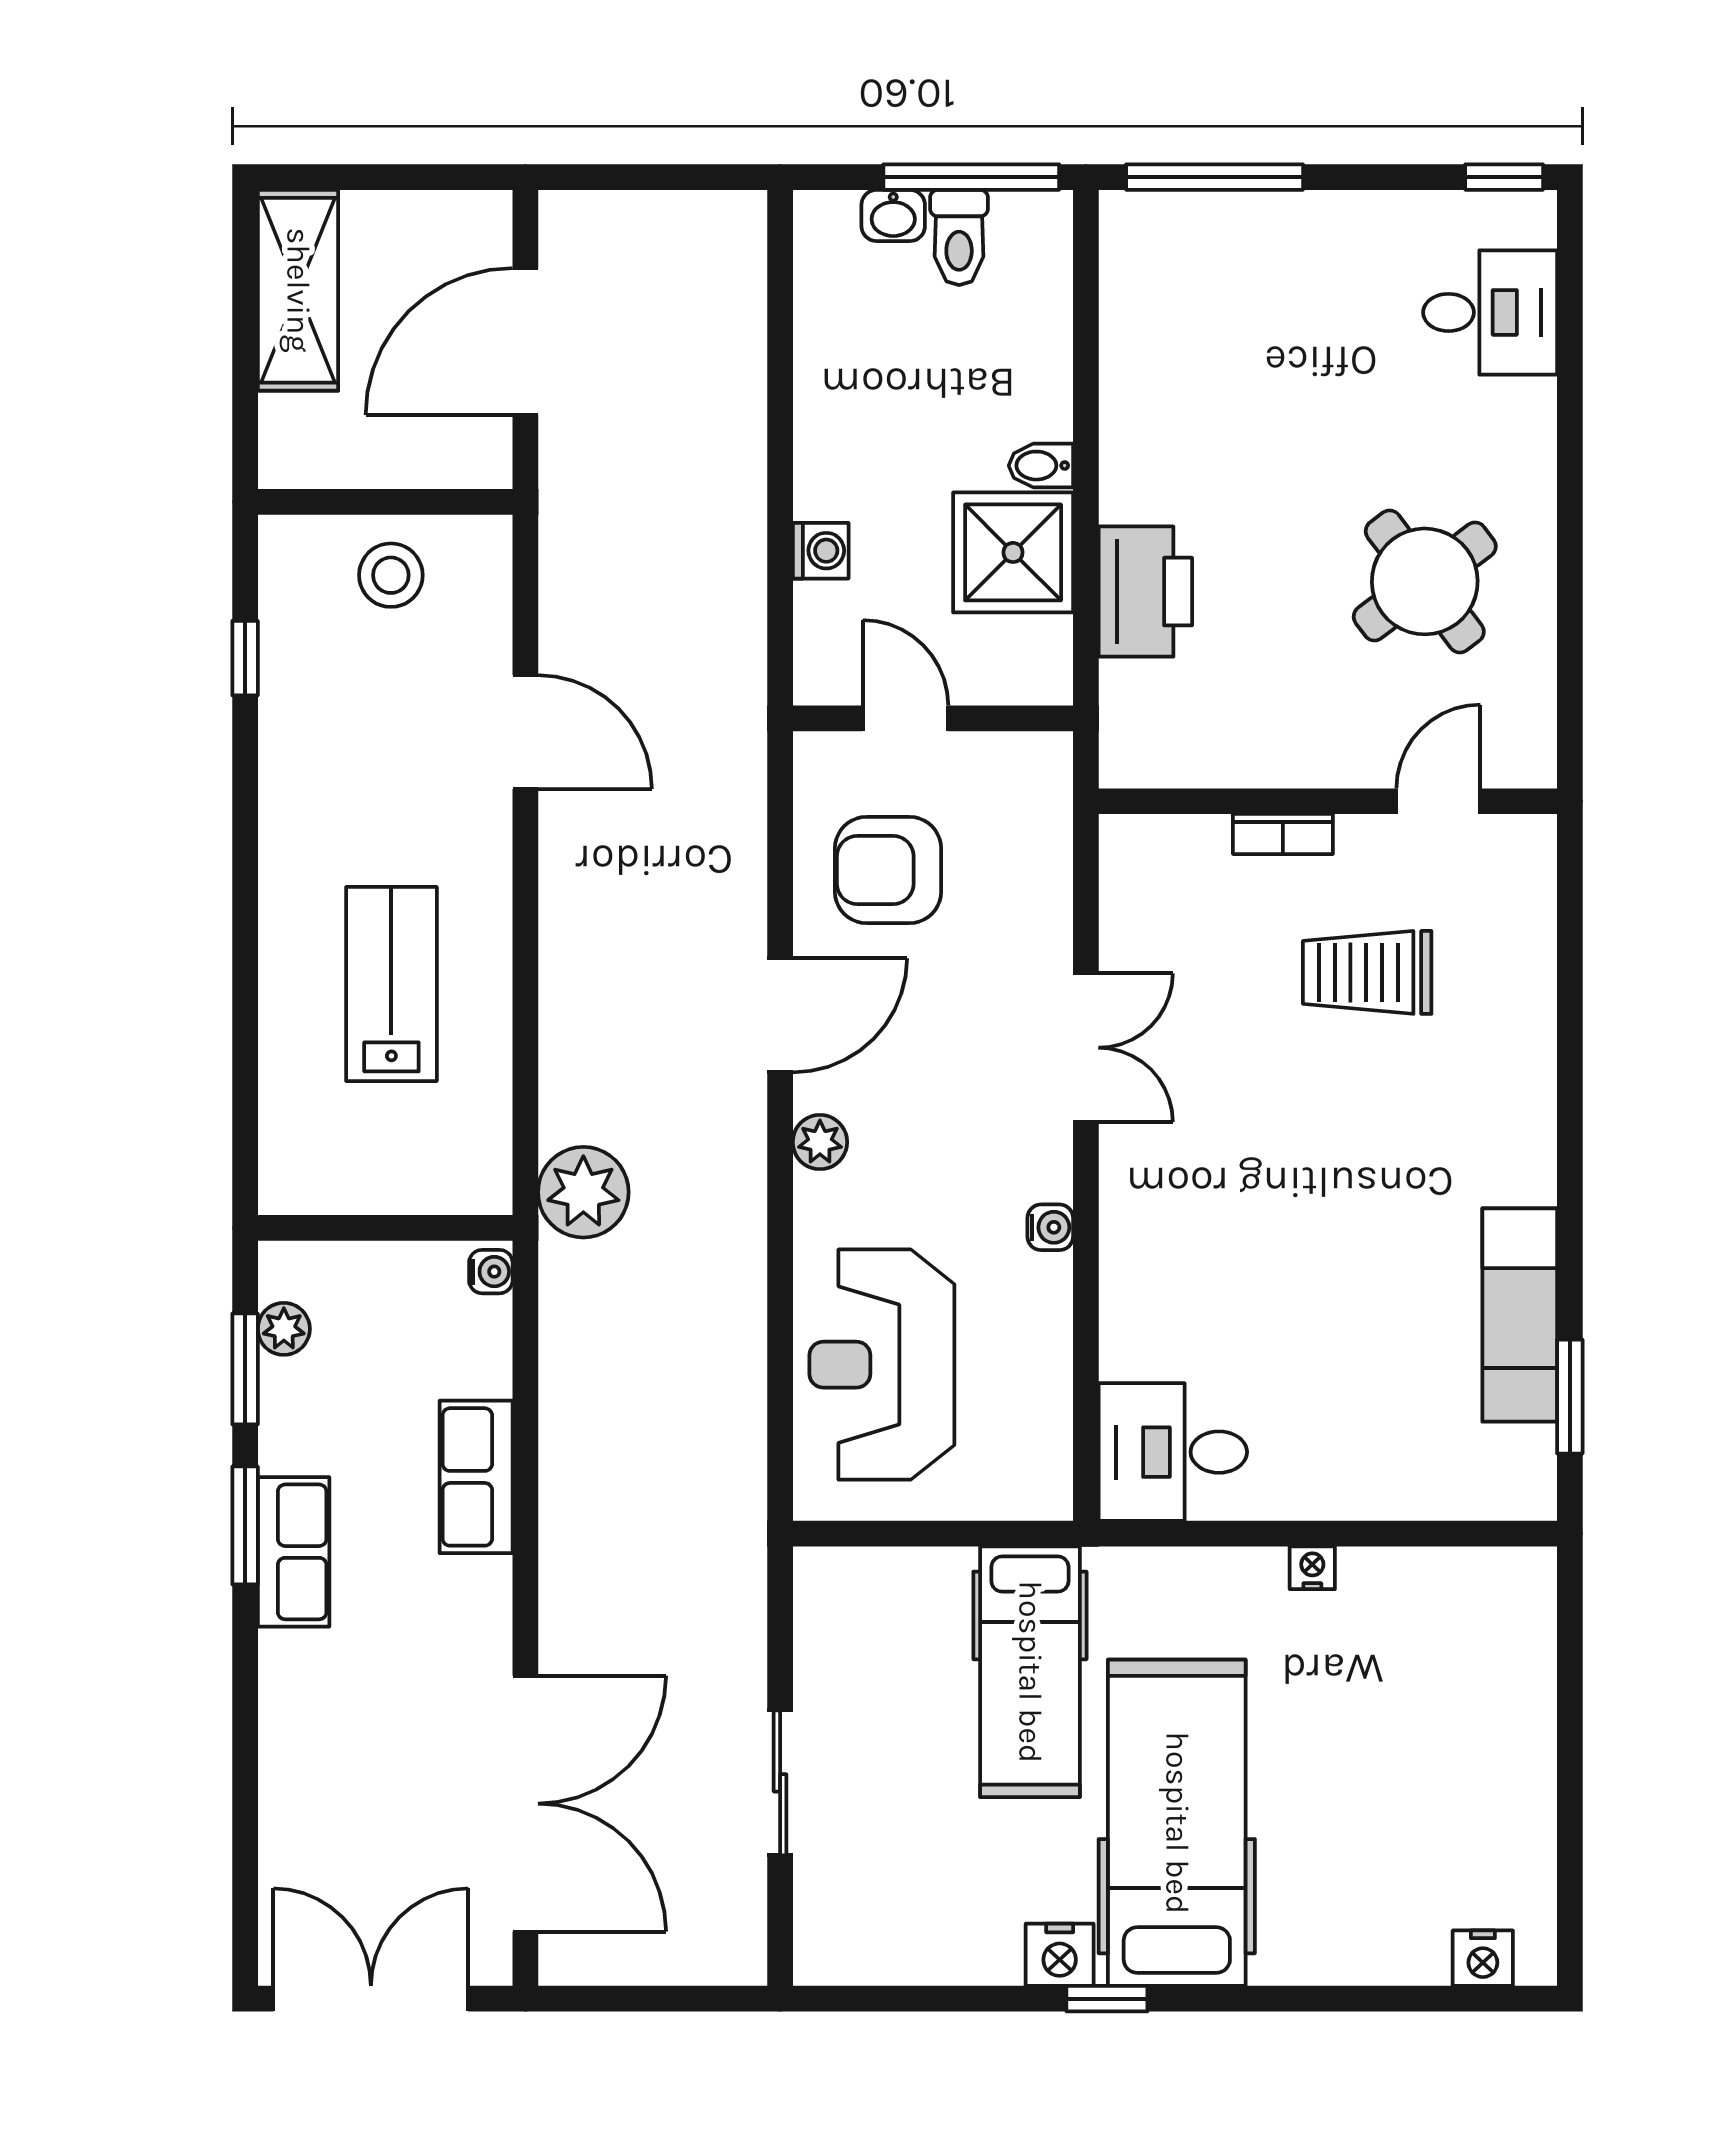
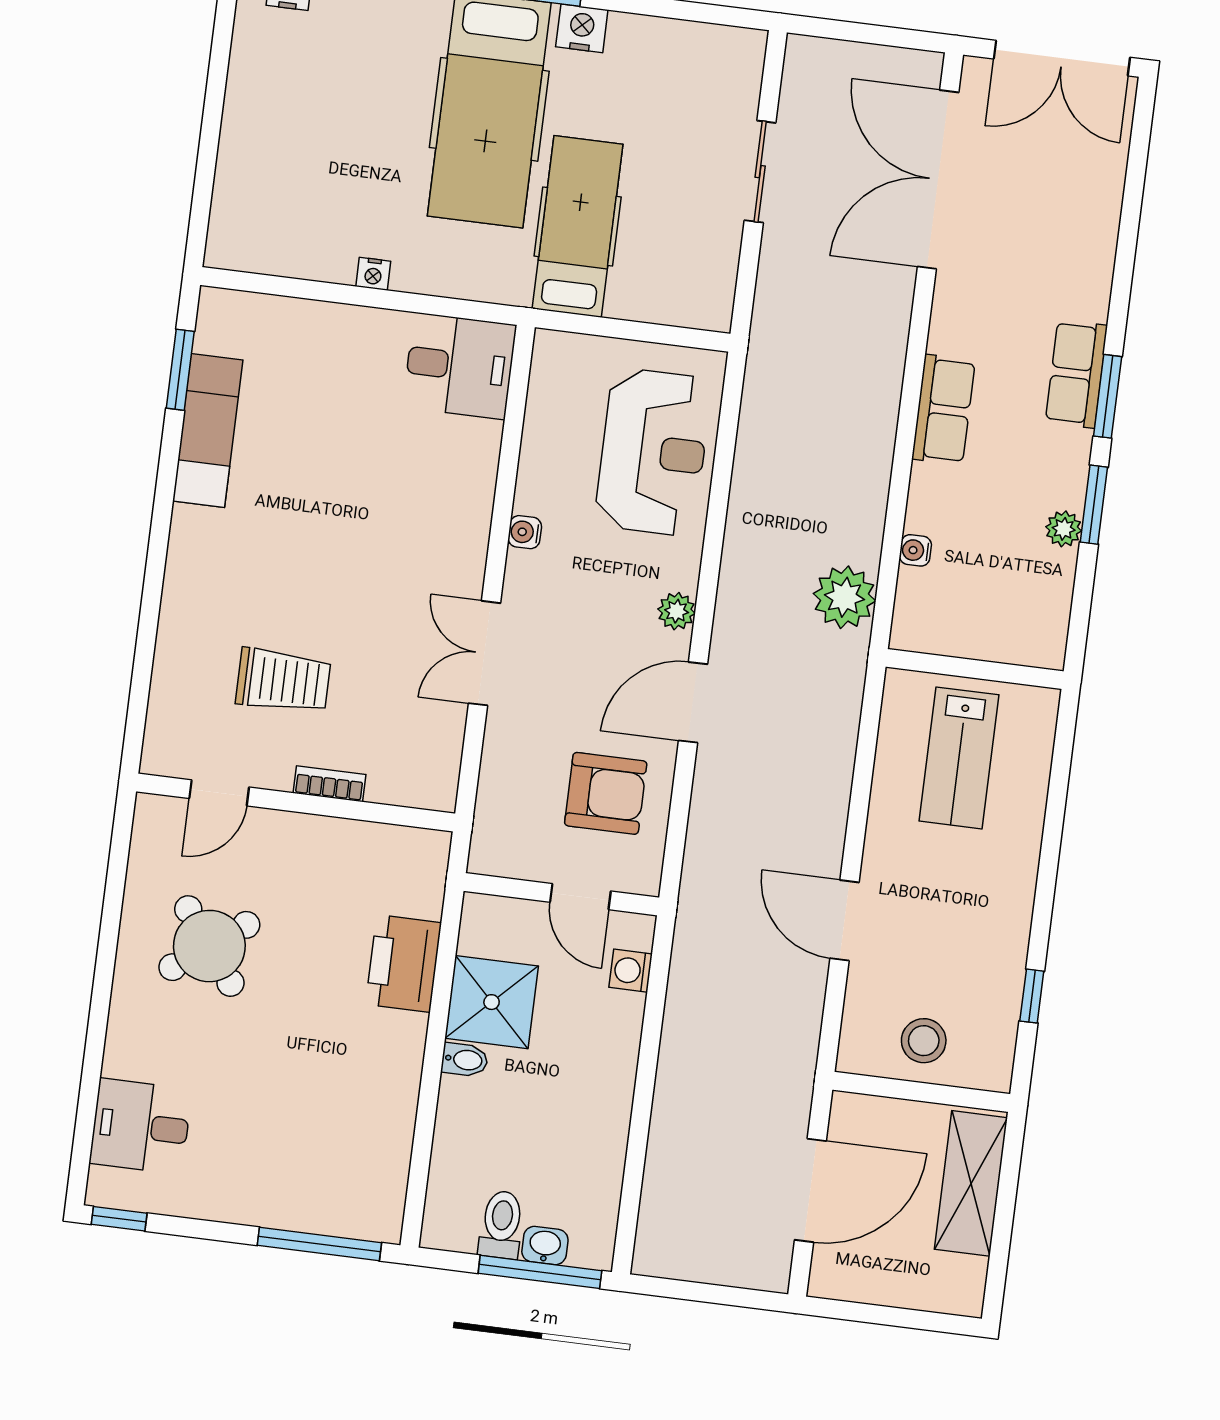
window: (971, 177) -> (540, 1272), moved
shelving: (298, 290) -> (971, 1183), moved
washing machine: (821, 551) -> (631, 971), moved
wall: (385, 1228) -> (975, 669), moved

